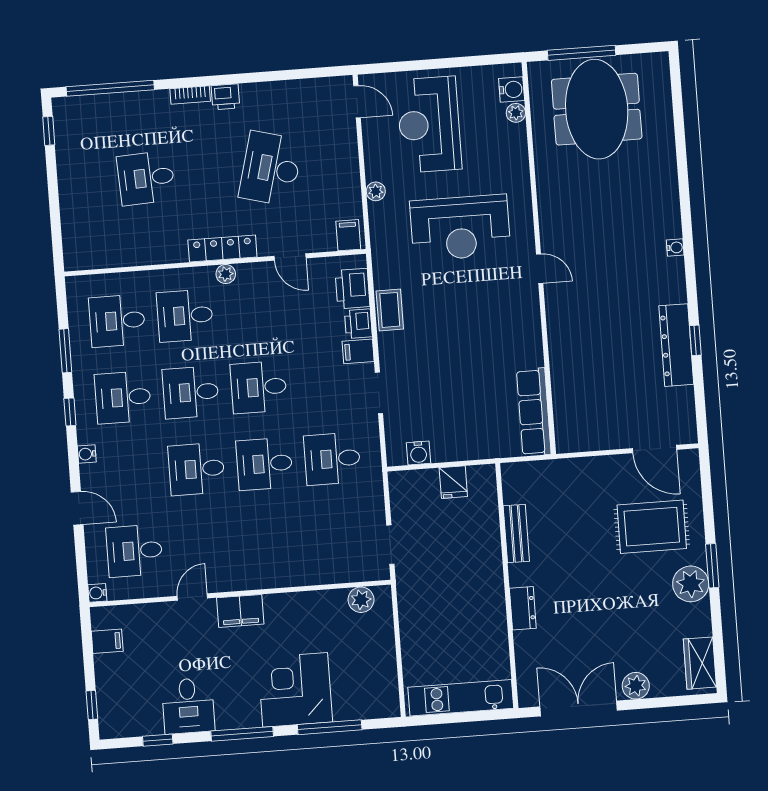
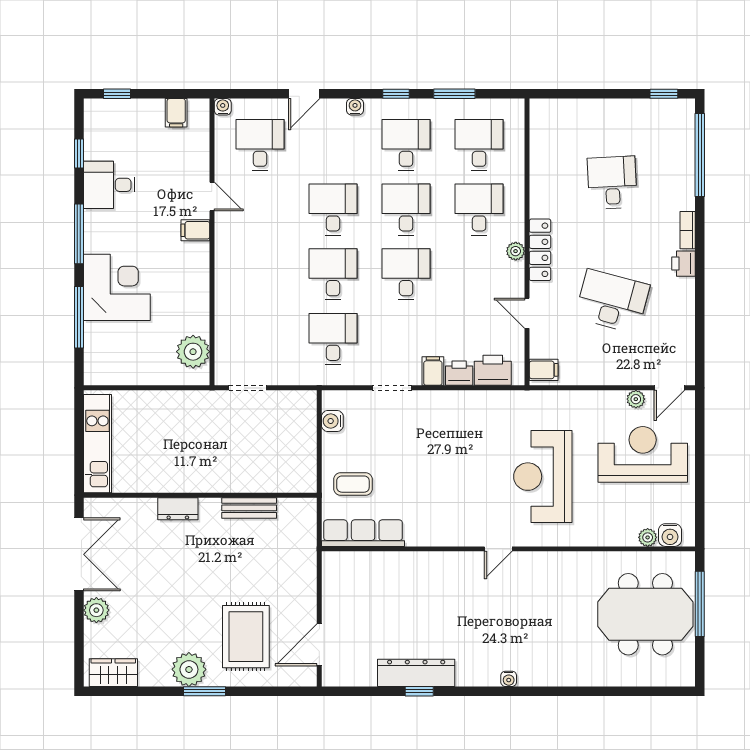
plant: (376, 191) -> (636, 399), moved
door: (290, 257) -> (527, 313), hinge flipped
coffee table: (390, 310) -> (353, 484), moved
fridge: (453, 482) -> (302, 452), removed
plant: (361, 600) -> (193, 352), width x1.36, depth x1.36
filing cabinet: (240, 611) -> (195, 230), width x0.50

